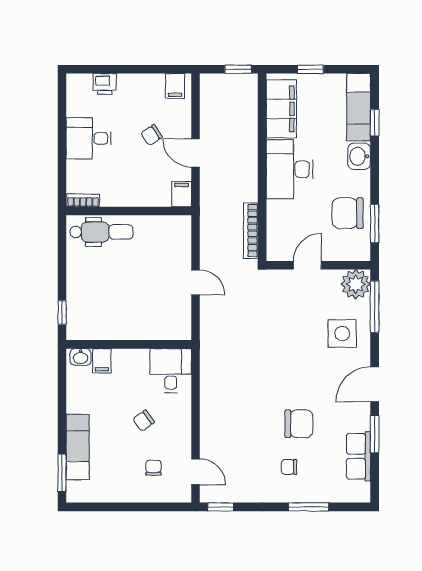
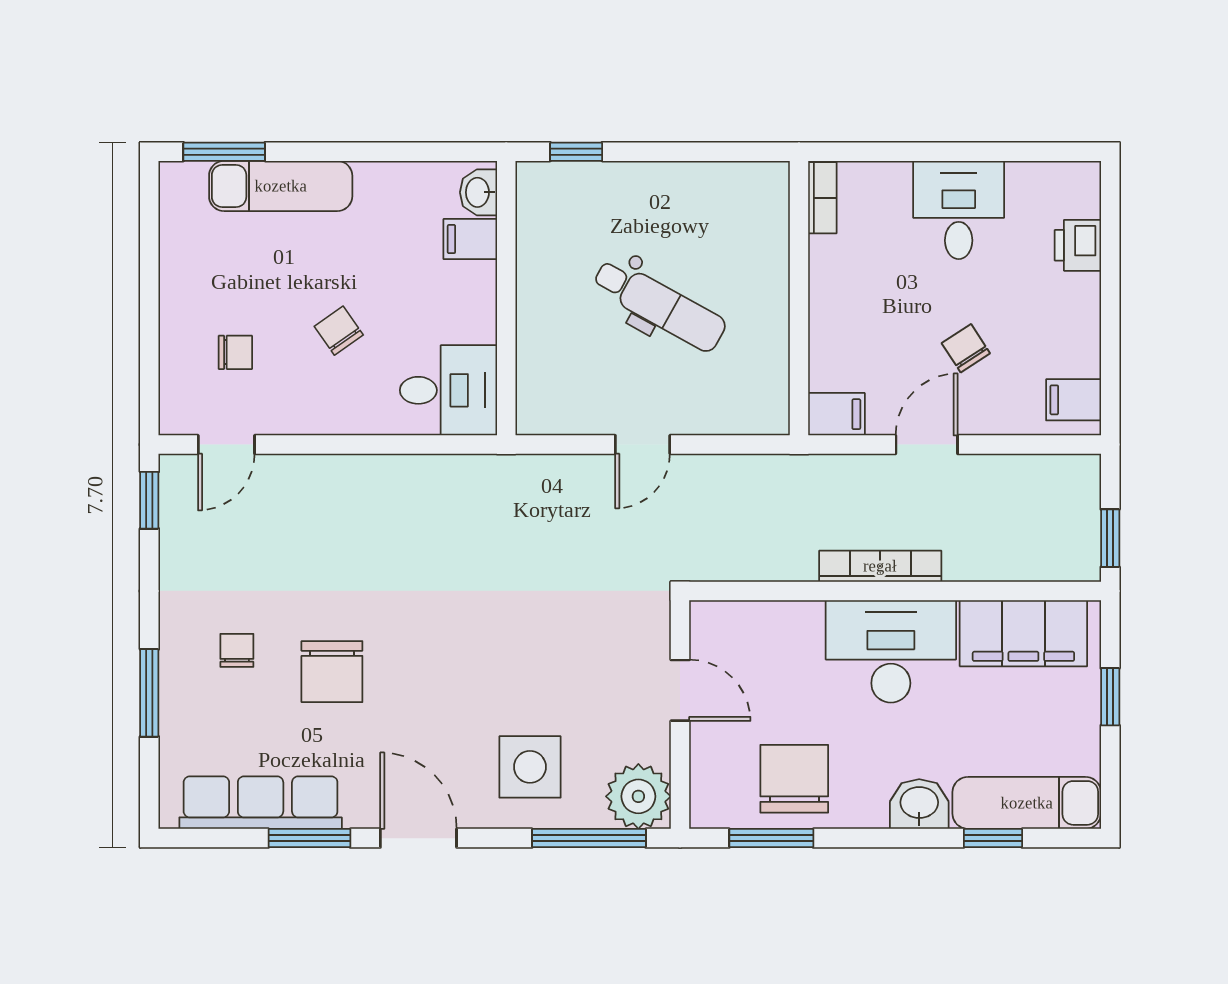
bookcase: (251, 231) -> (880, 566), moved
dental chair: (101, 232) -> (659, 305), moved, turned -61
row of seats: (359, 456) -> (261, 803), width x1.48

